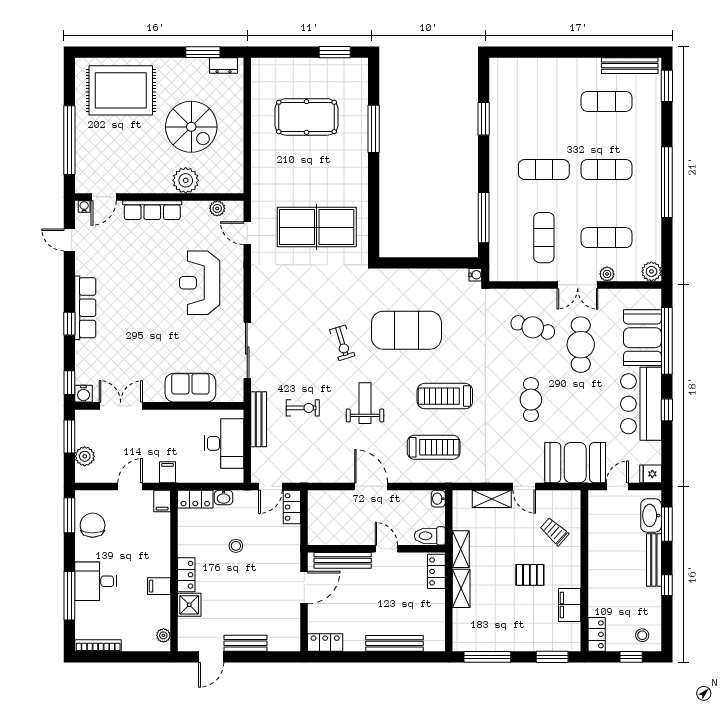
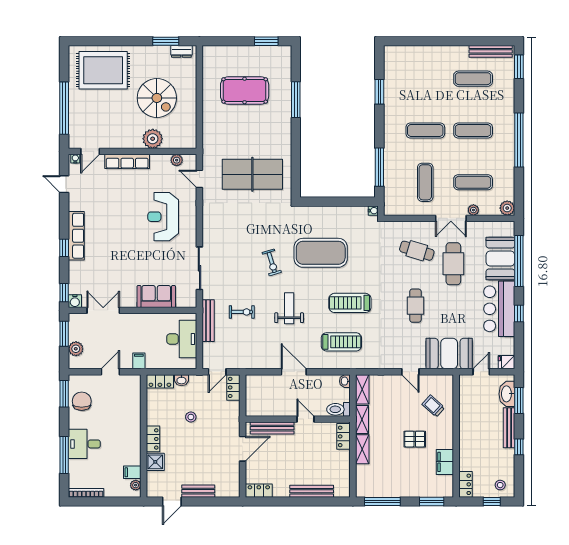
shelving: (492, 499) -> (362, 389), moved, turned 90
filing cabinet: (162, 501) -> (135, 383), removed
filing cabinet: (159, 586) -> (132, 472), moved

